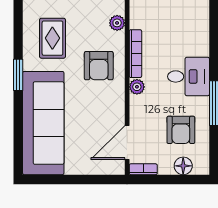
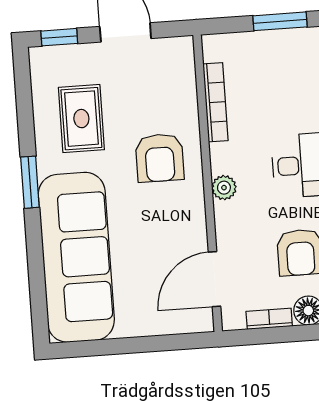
plant: (117, 23) -> (184, 86), removed
bookcase: (135, 54) -> (215, 102), moved
bookcase: (143, 169) -> (269, 319), moved

